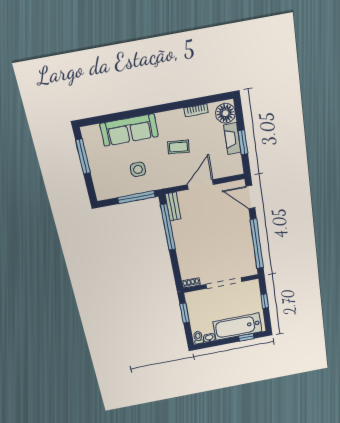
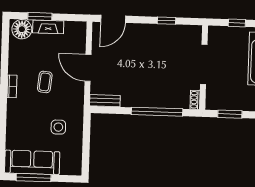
bookcase: (196, 110) -> (12, 86), moved
sofa: (129, 130) -> (32, 162), moved, turned -90
window: (243, 142) -> (40, 16), moved
window: (136, 197) -> (86, 135), removed
window: (168, 227) -> (157, 112), moved
window: (257, 244) -> (167, 21), width x0.32

